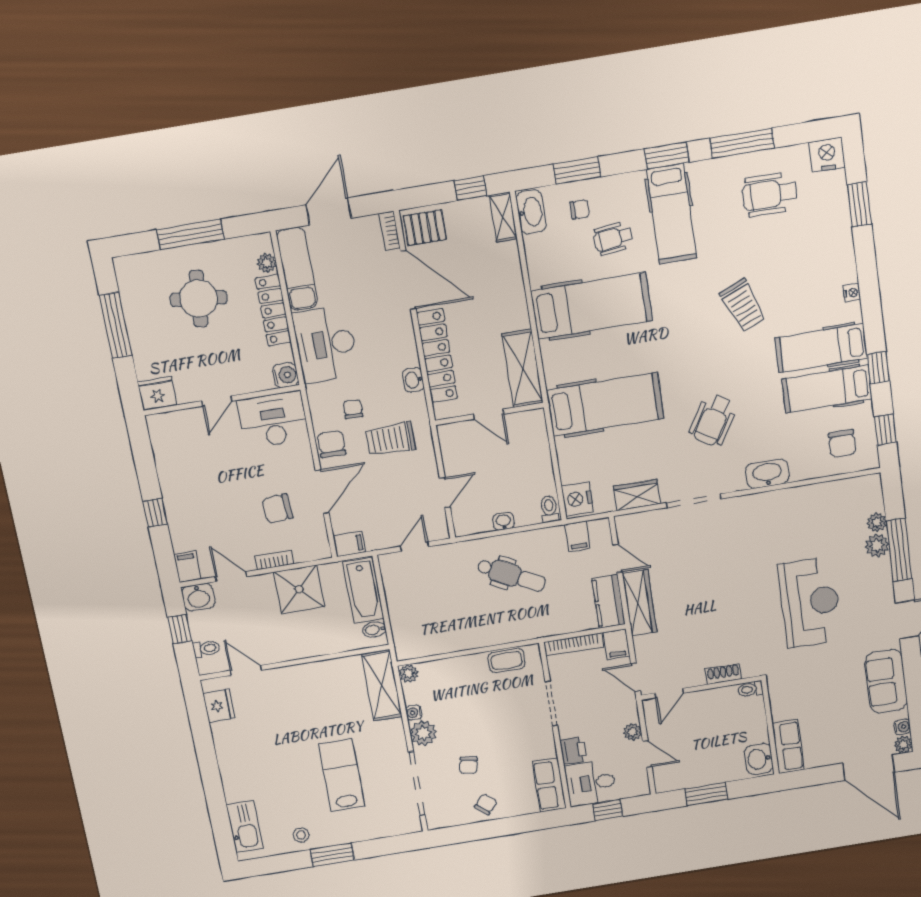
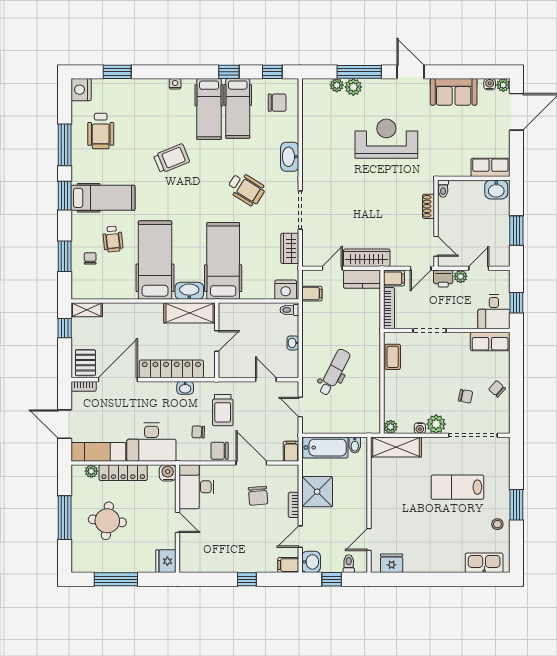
washbasin: (531, 212) -> (189, 291), moved
dental chair: (511, 575) -> (334, 372), moved
printer: (573, 750) -> (443, 279), moved, turned 180

